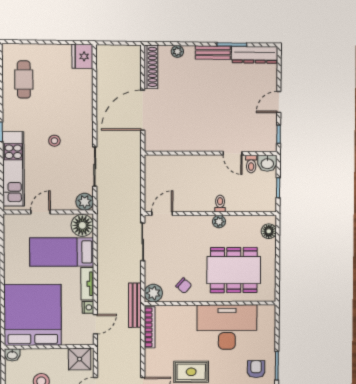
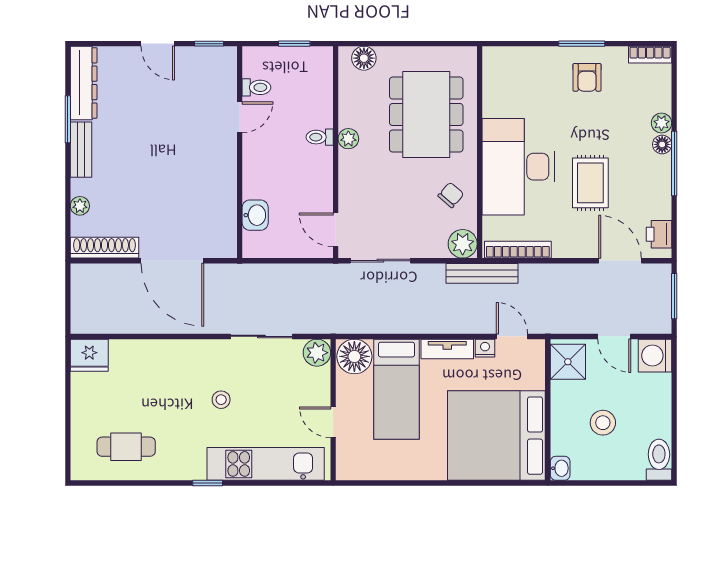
washbasin: (267, 163) -> (255, 215), moved
desk: (227, 327) -> (518, 167), moved
armchair: (256, 369) -> (587, 77), turned -90

